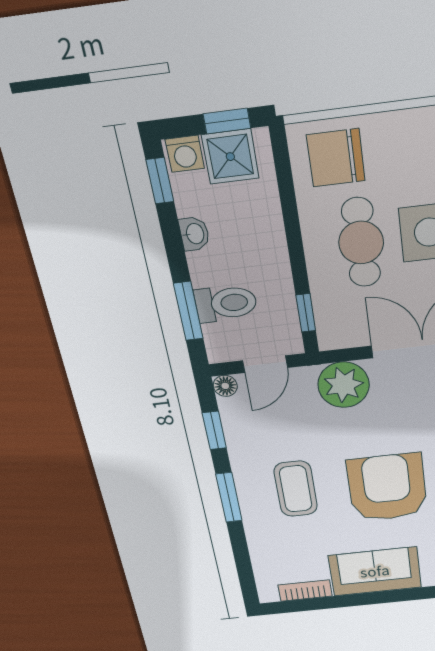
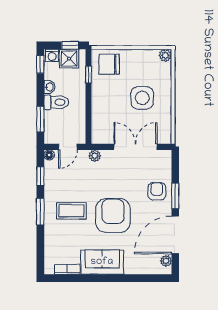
cafe table: (361, 243) -> (115, 99), removed
toilet: (226, 303) -> (56, 102), moved
window: (306, 313) -> (89, 75), moved
plant: (344, 385) -> (95, 156), width x0.53, depth x0.53
coffee table: (296, 489) -> (71, 211), turned 90

